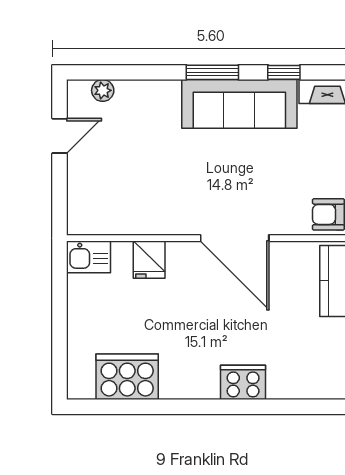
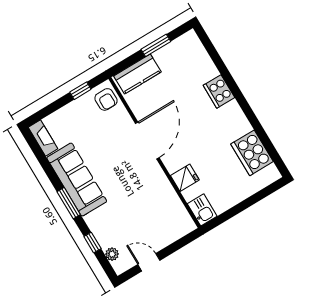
window: (284, 72) -> (92, 243), moved

